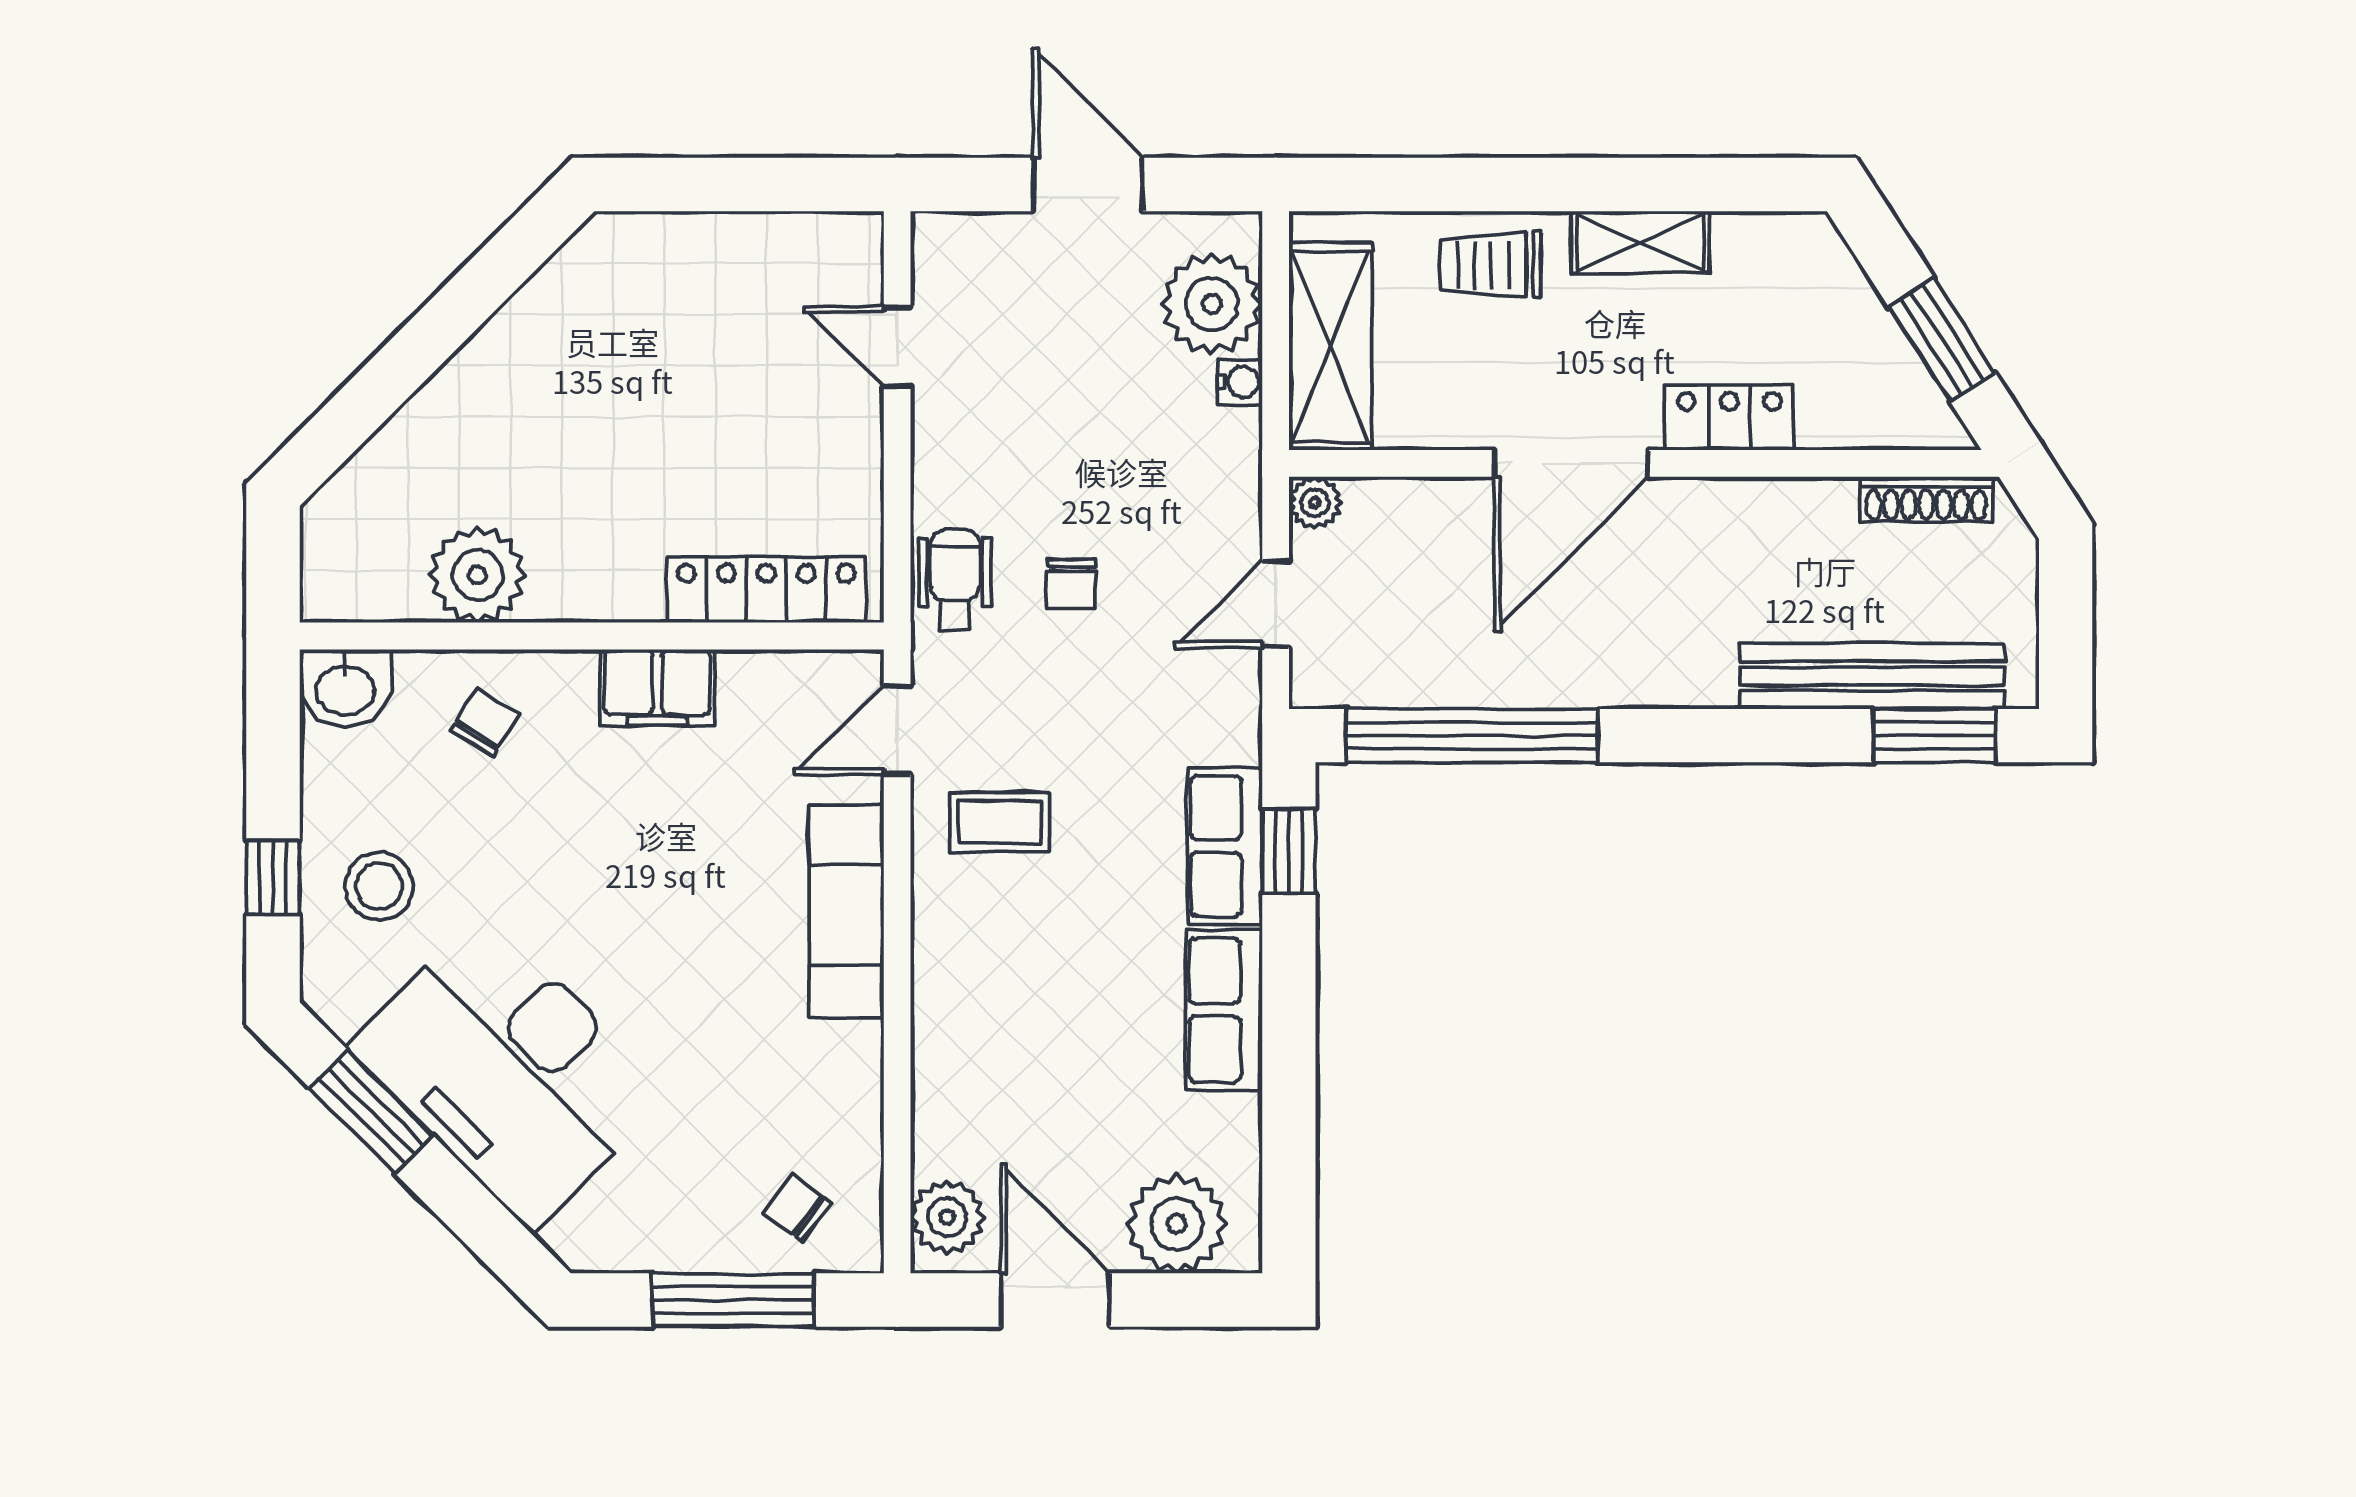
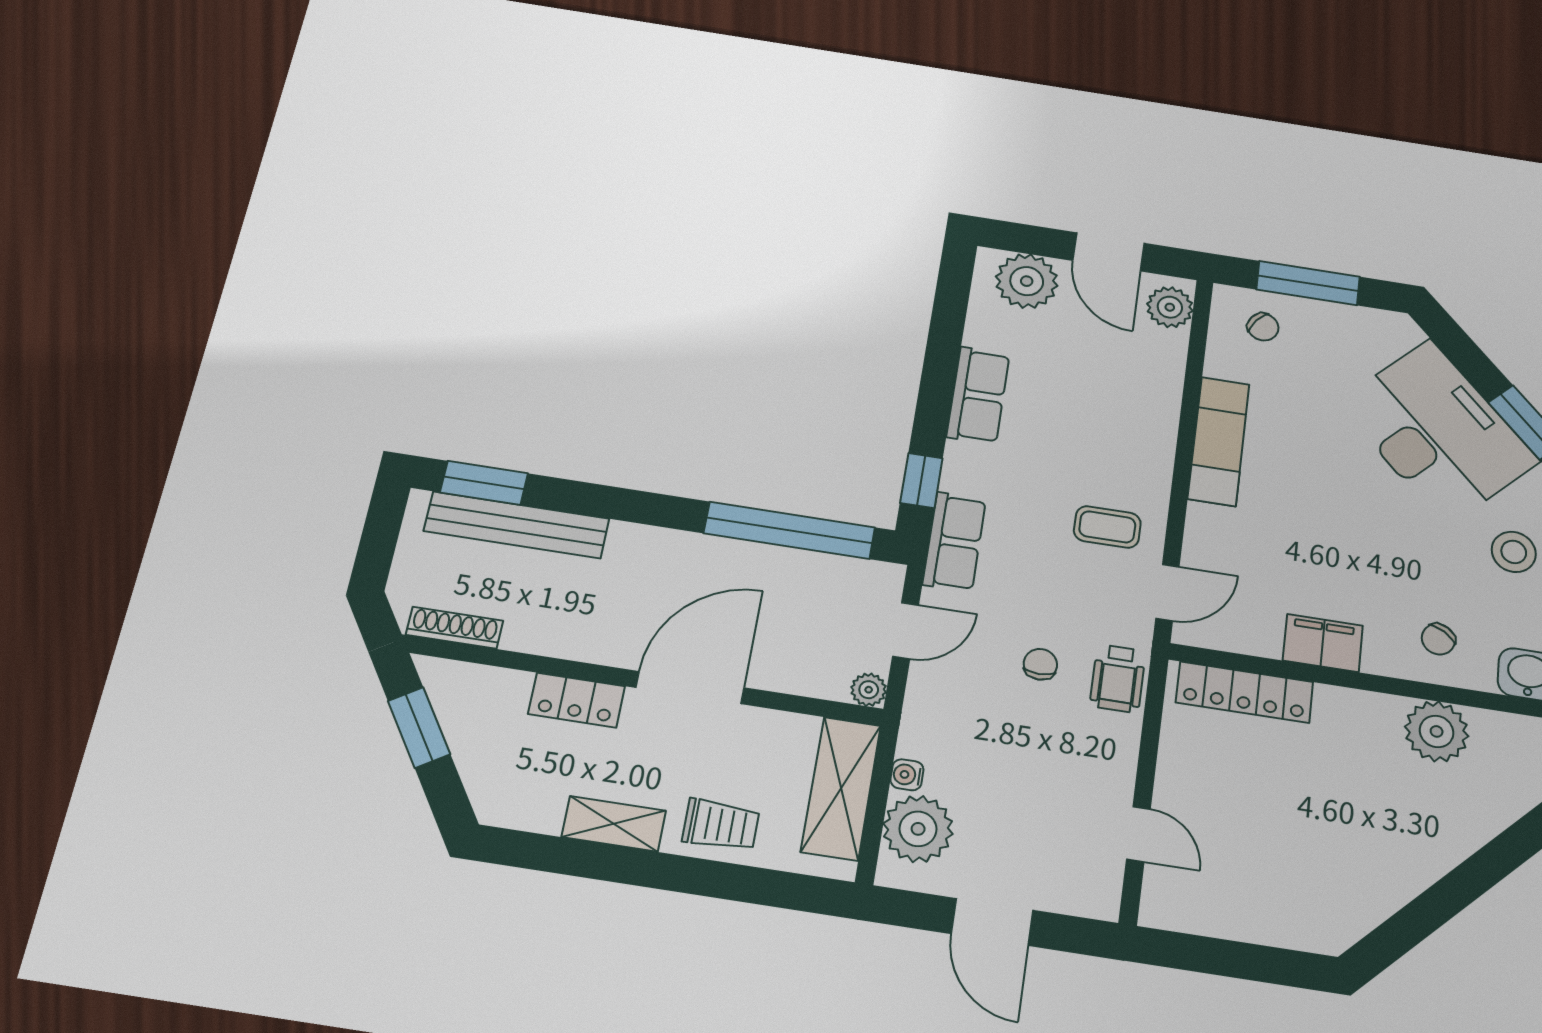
row of seats: (1225, 846) -> (954, 542), moved
exam couch: (847, 912) -> (1219, 441), moved

